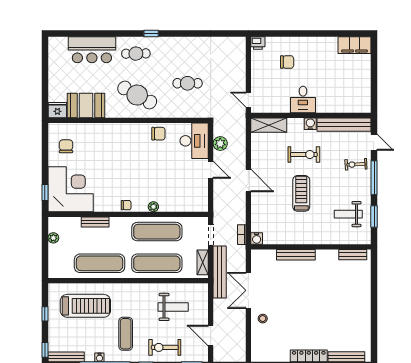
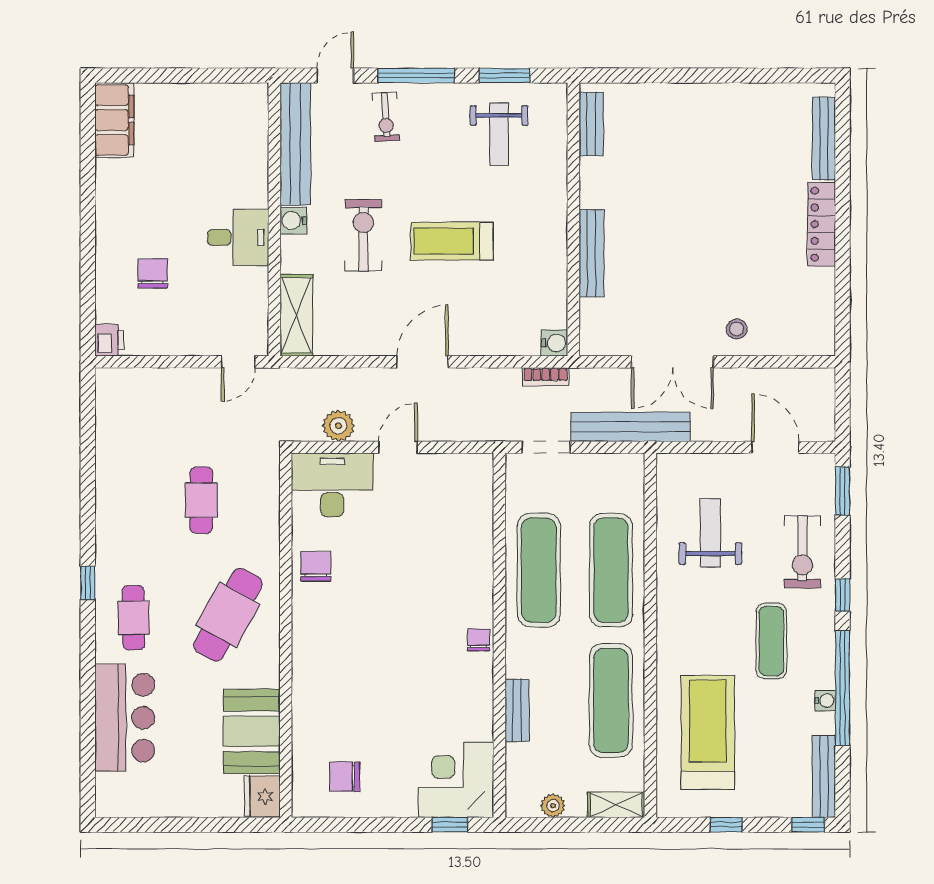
corner desk: (71, 189) -> (456, 780), width x0.74, depth x0.74
plant: (153, 207) -> (482, 578), removed
shelving: (203, 262) -> (616, 805), moved
exercise mat: (126, 334) -> (771, 641), turned 90
door: (211, 336) -> (775, 447), swing flipped

